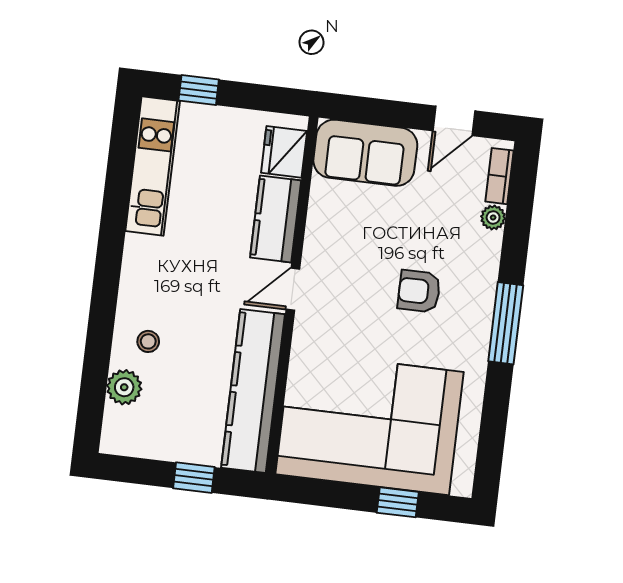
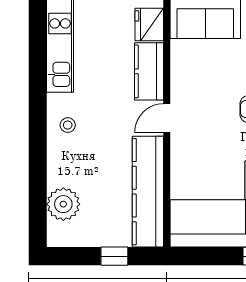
stool: (148, 341) -> (68, 125), moved
plant: (124, 387) -> (63, 204), width x1.36, depth x1.36

